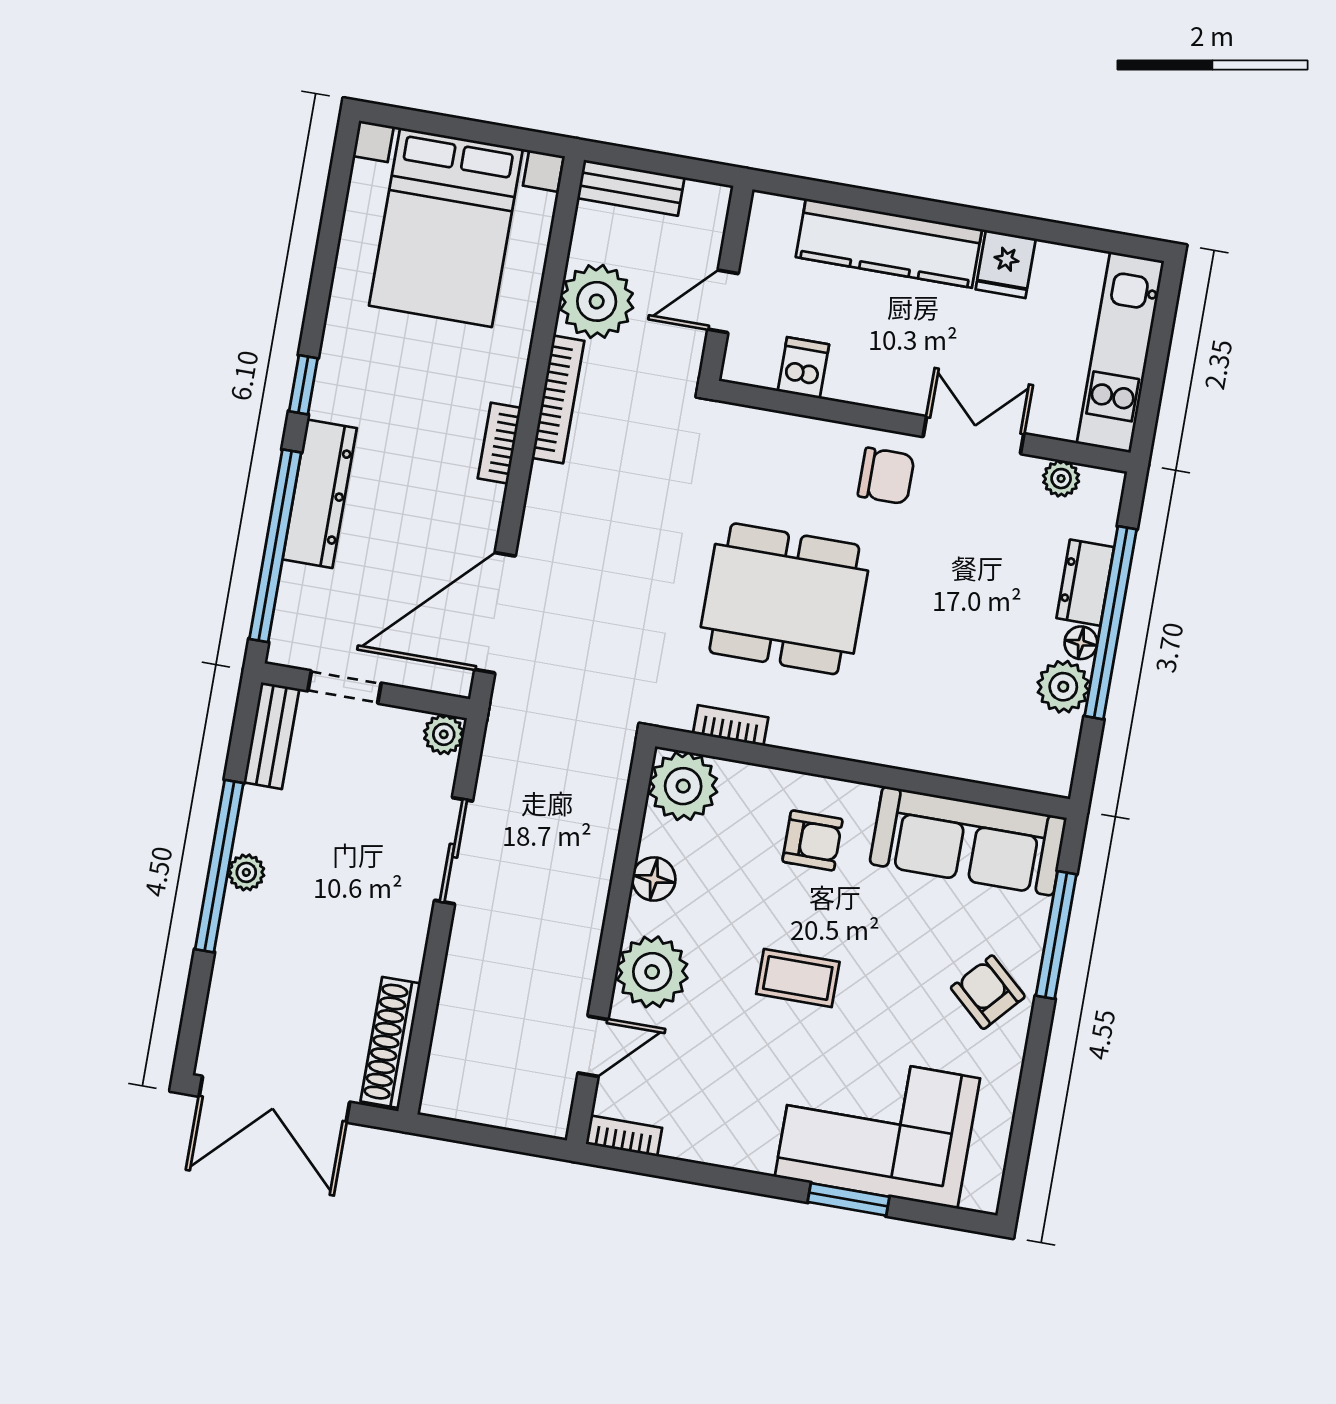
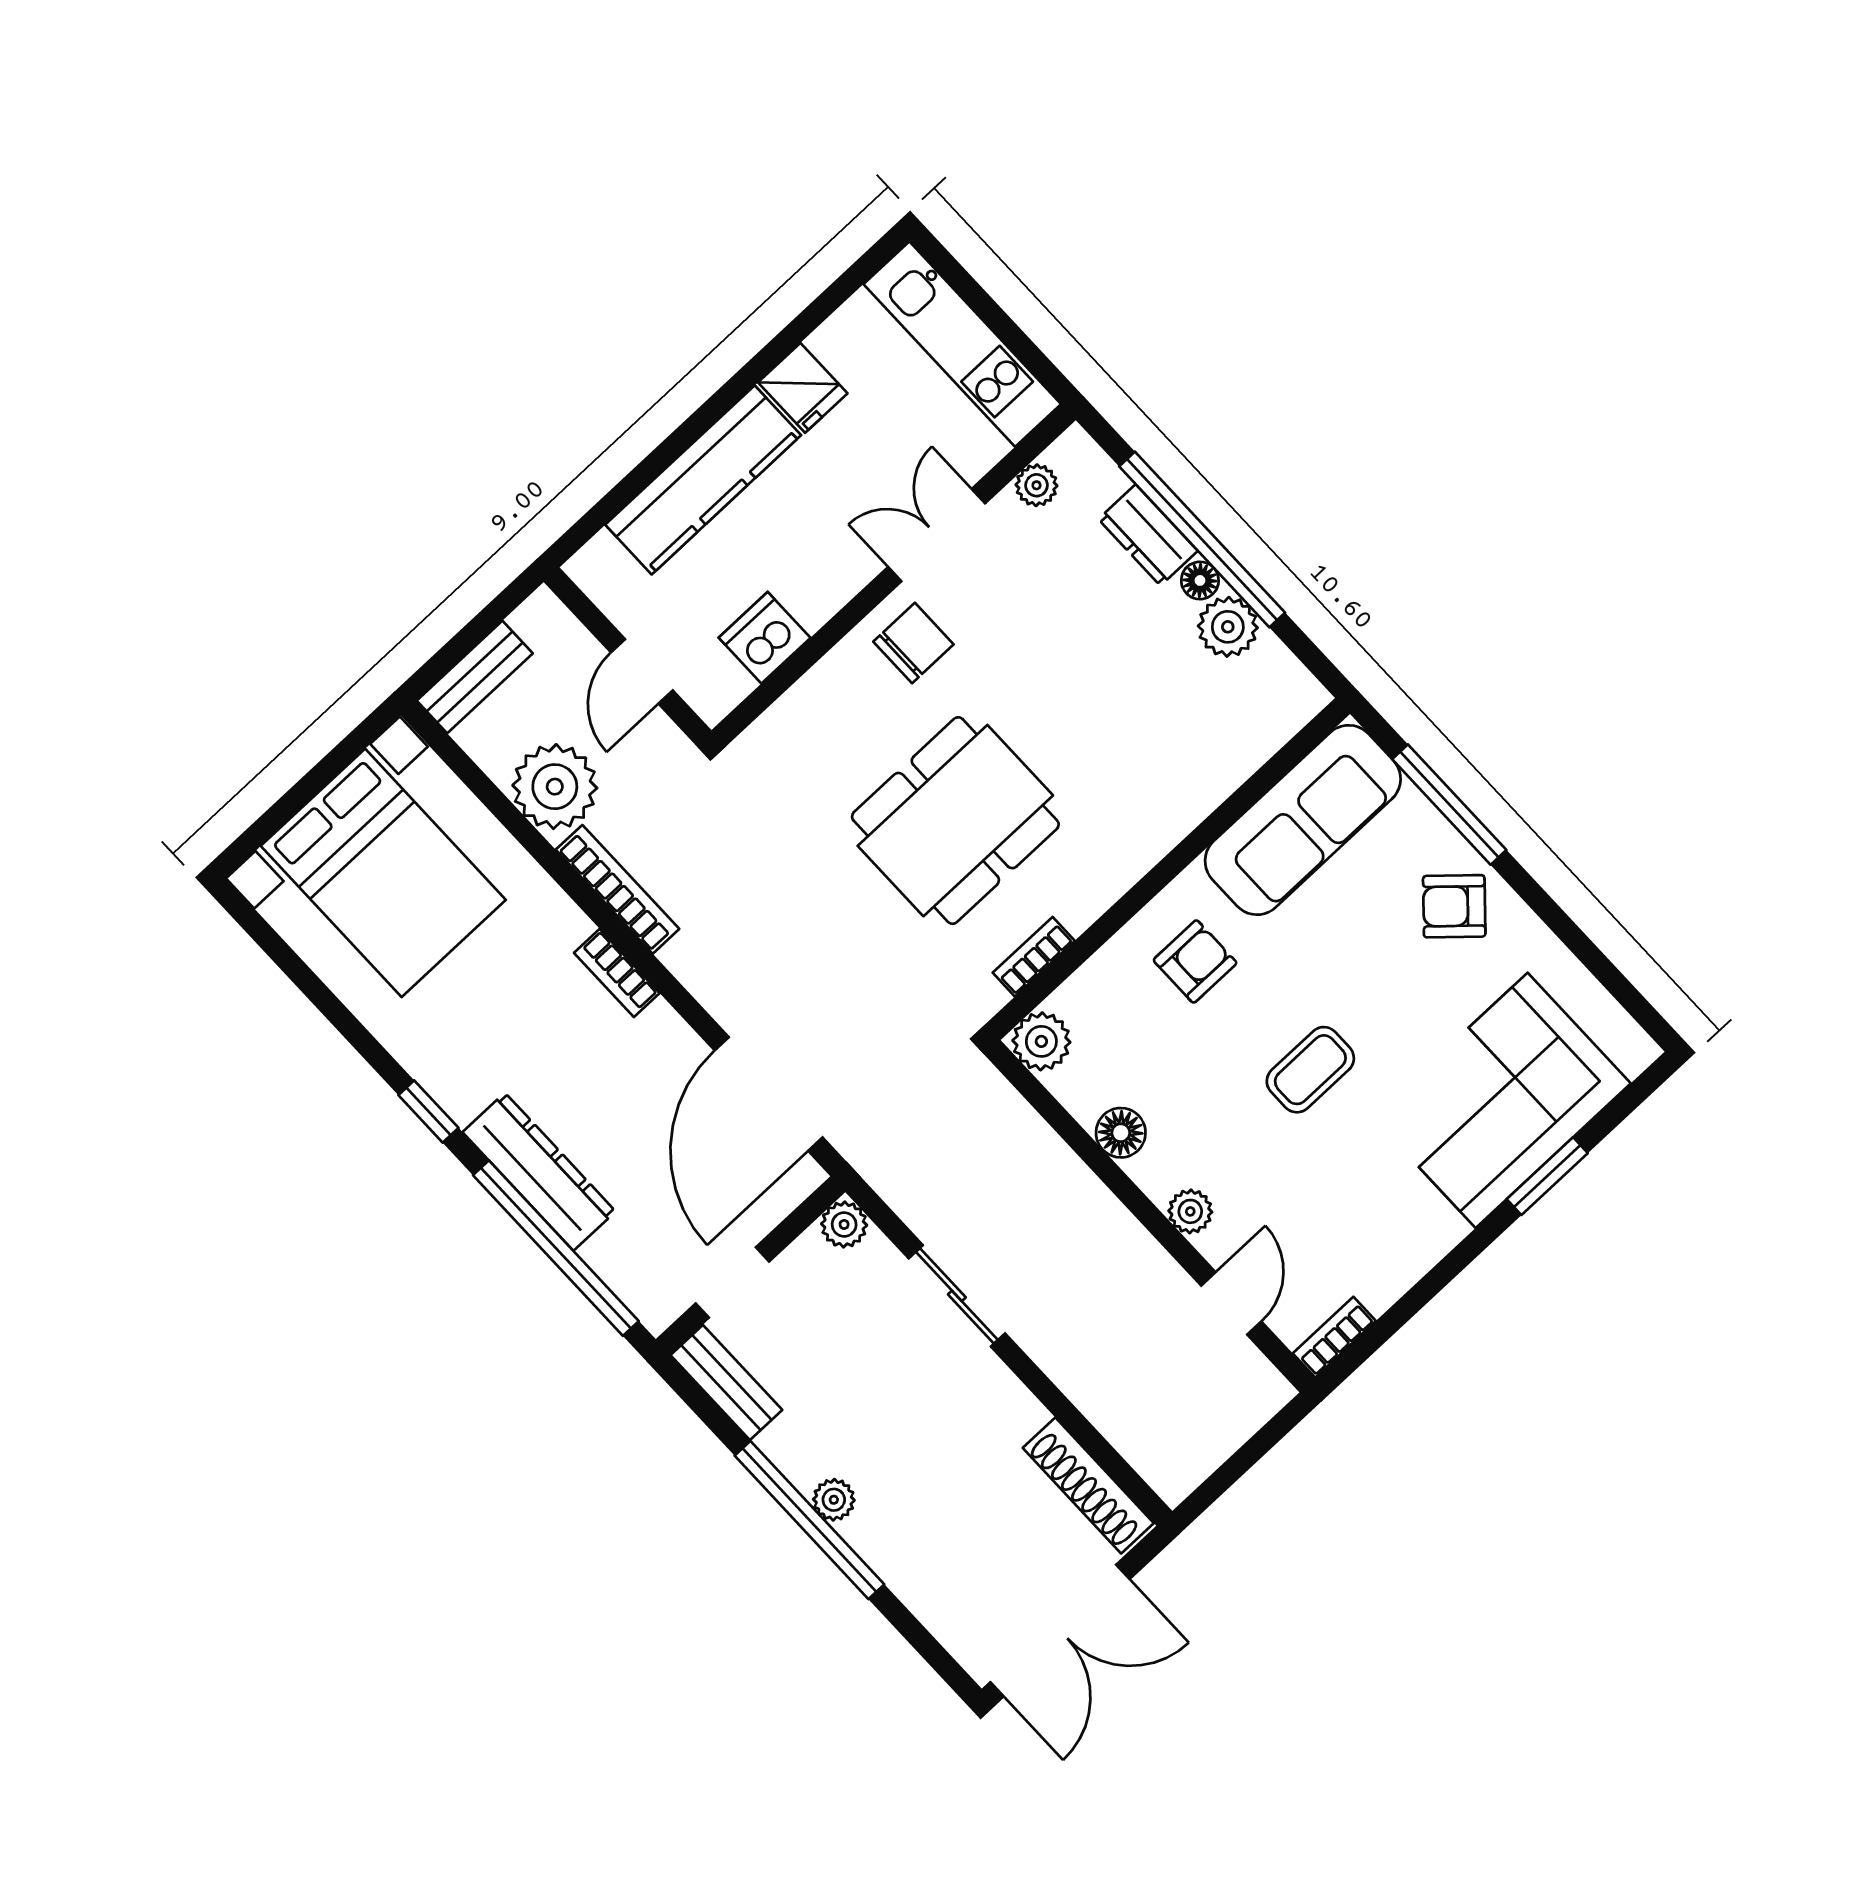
dishwasher: (803, 368) -> (765, 638), width x1.38
plant: (683, 786) -> (1041, 1041), width x0.73, depth x0.73
plant: (652, 972) -> (1190, 1211), width x0.53, depth x0.53

